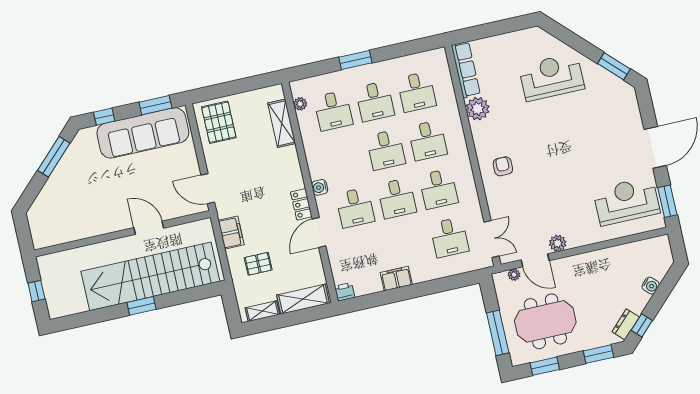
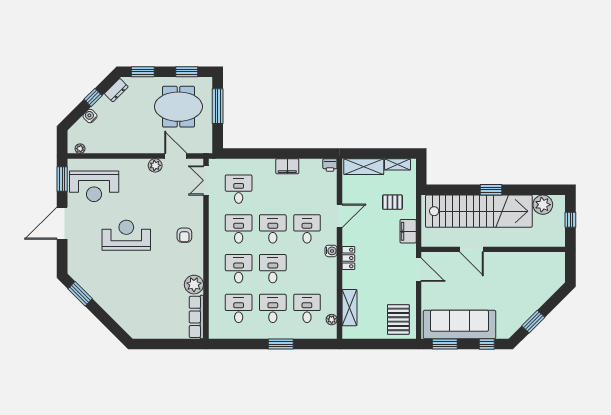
reception desk: (552, 77) -> (126, 235), moved, turned 180
window: (54, 157) -> (533, 322), width x0.69
locker: (301, 204) -> (348, 258), moved
plant: (514, 275) -> (80, 149), moved
plant: (74, 302) -> (543, 205), added
window: (642, 325) -> (93, 97), moved

